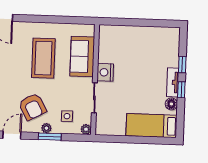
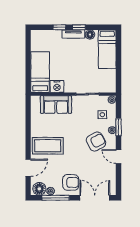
bed: (125, 38) -> (40, 72), added
coffee table: (43, 58) -> (48, 146), moved
nightstand: (105, 72) -> (57, 86), moved

